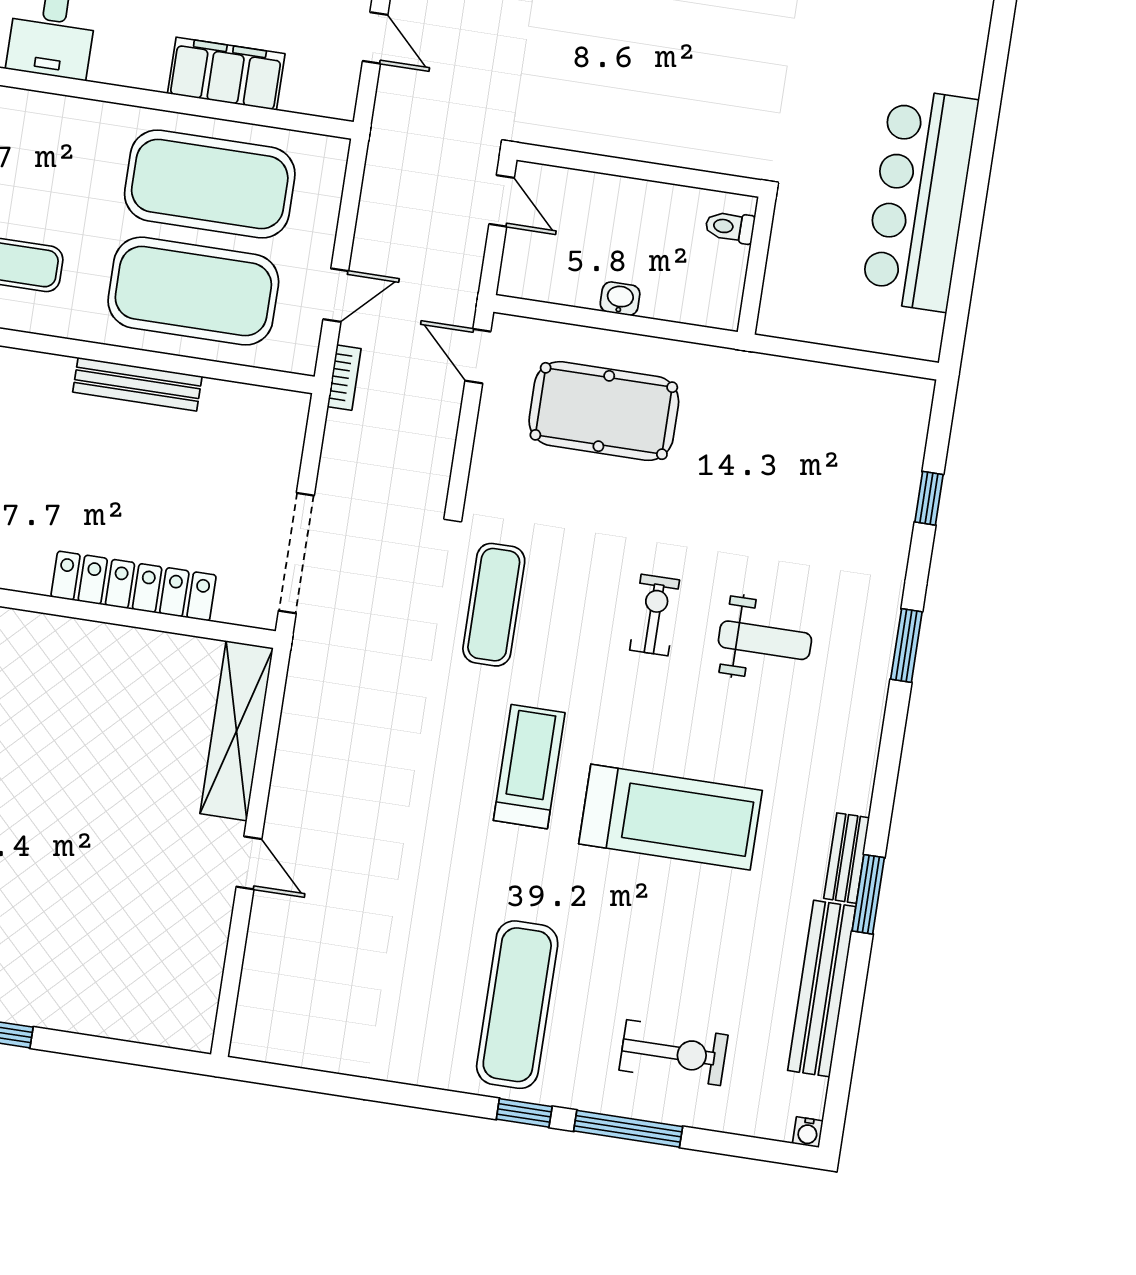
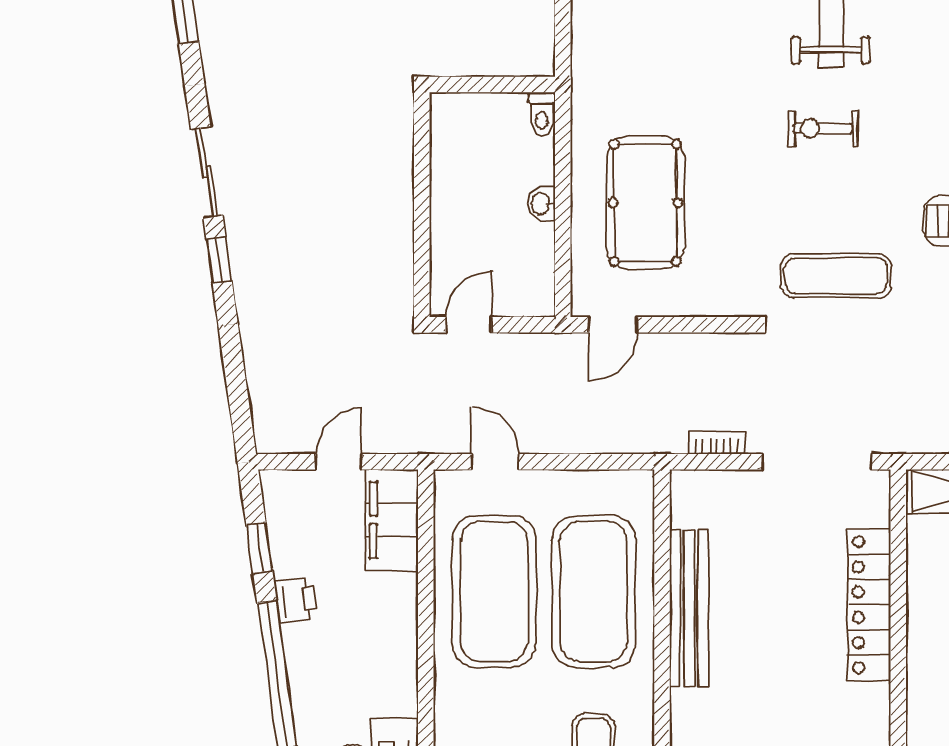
filing cabinet: (226, 74) -> (392, 520), moved
toilet: (730, 227) -> (542, 114), moved
door: (336, 295) -> (495, 462), moved
bookcase: (344, 378) -> (717, 443), moved
bench: (137, 384) -> (689, 608), width x1.37, depth x1.21

